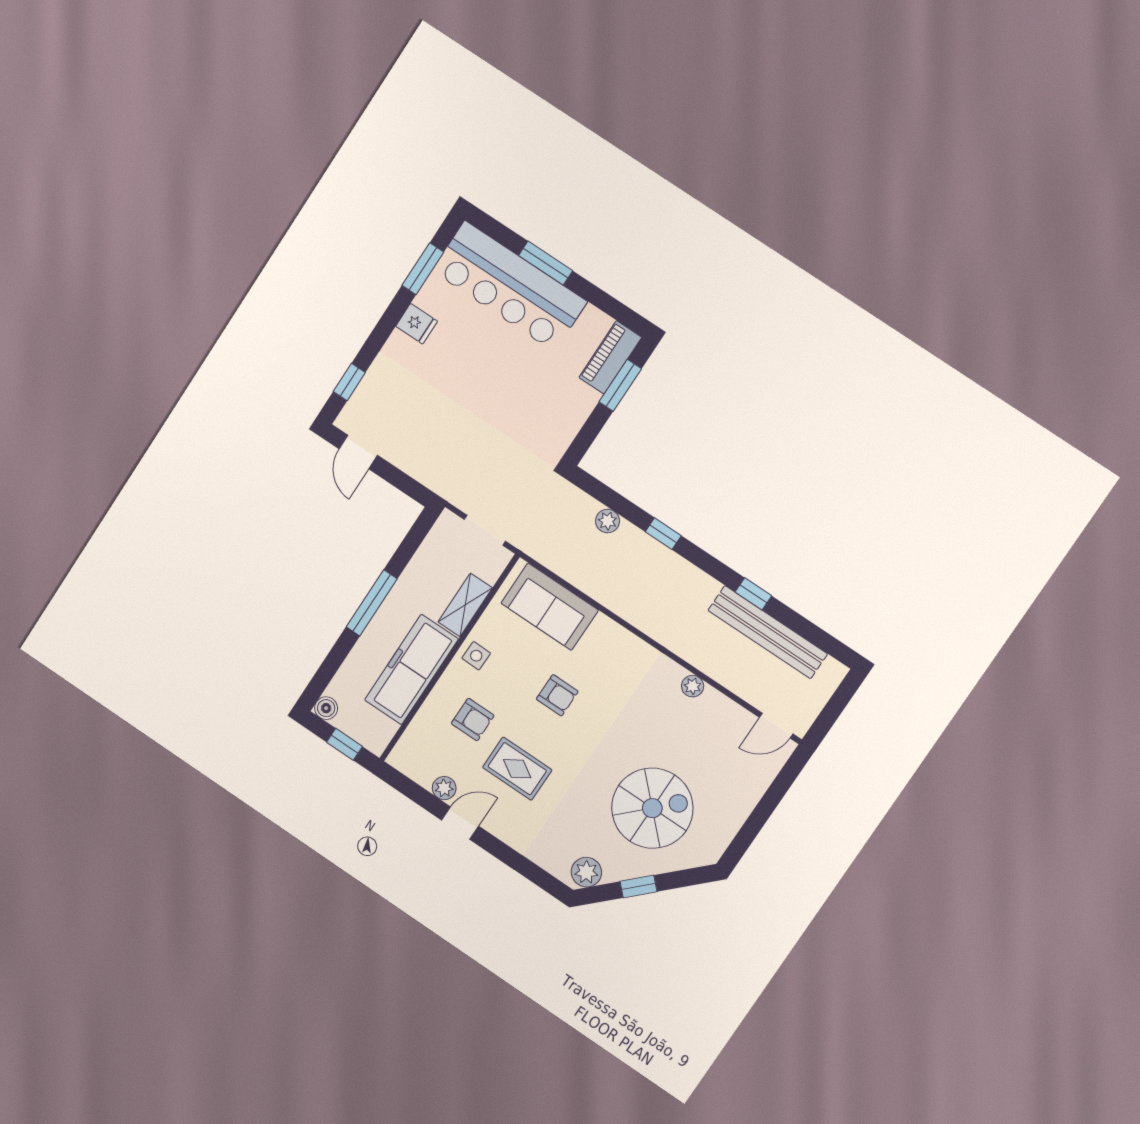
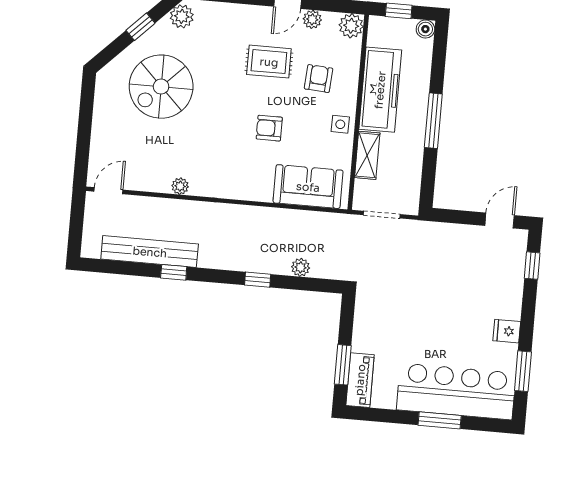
door: (358, 452) -> (500, 220), hinge flipped
armchair: (473, 719) -> (319, 79), turned 94
plant: (405, 757) -> (351, 26), added

